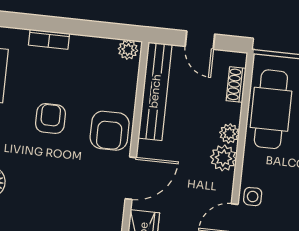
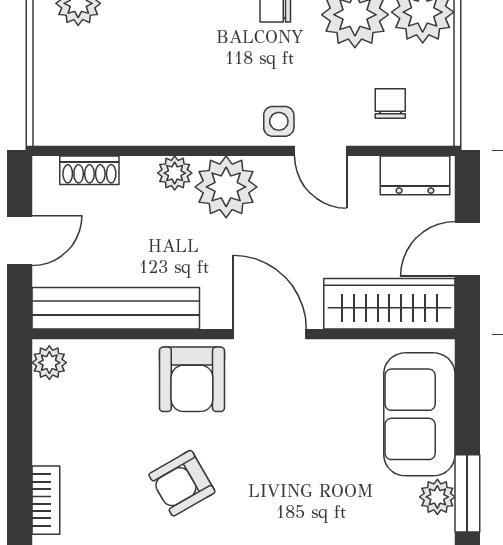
cafe table: (271, 109) -> (125, 106), removed
armchair: (50, 119) -> (182, 483), turned -30
armchair: (110, 131) -> (192, 379), turned 90
plant: (223, 158) -> (226, 187), width x1.36, depth x1.36

